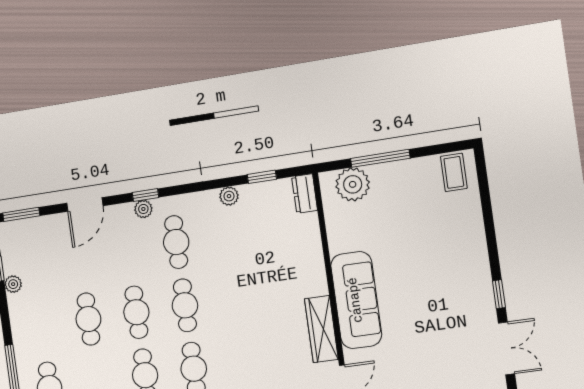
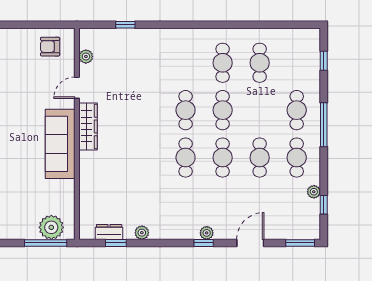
window: (380, 158) -> (46, 243), moved
dresser: (305, 194) -> (109, 232), moved, turned -90
cafe table: (176, 242) -> (297, 158), moved

